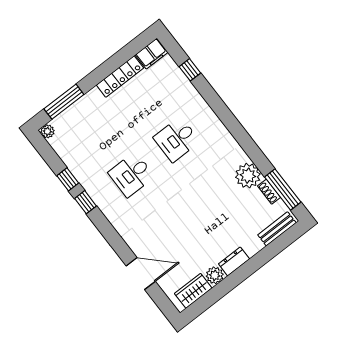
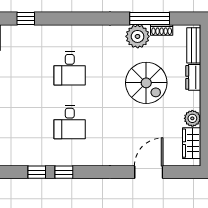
window: (283, 189) -> (150, 18), moved
spiral stairs: (214, 213) -> (146, 83), added
dresser: (234, 261) -> (193, 77), moved

